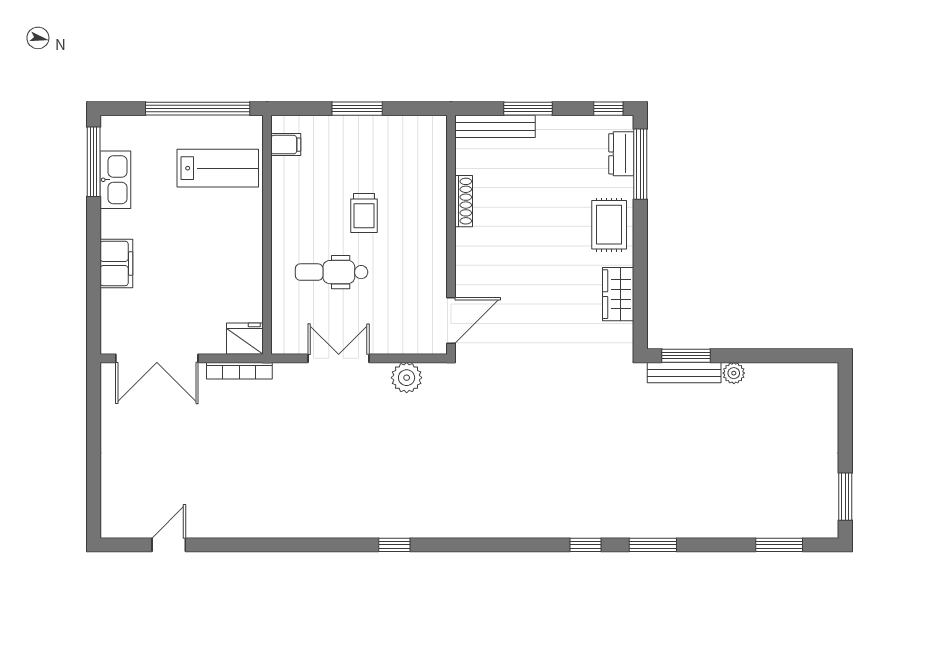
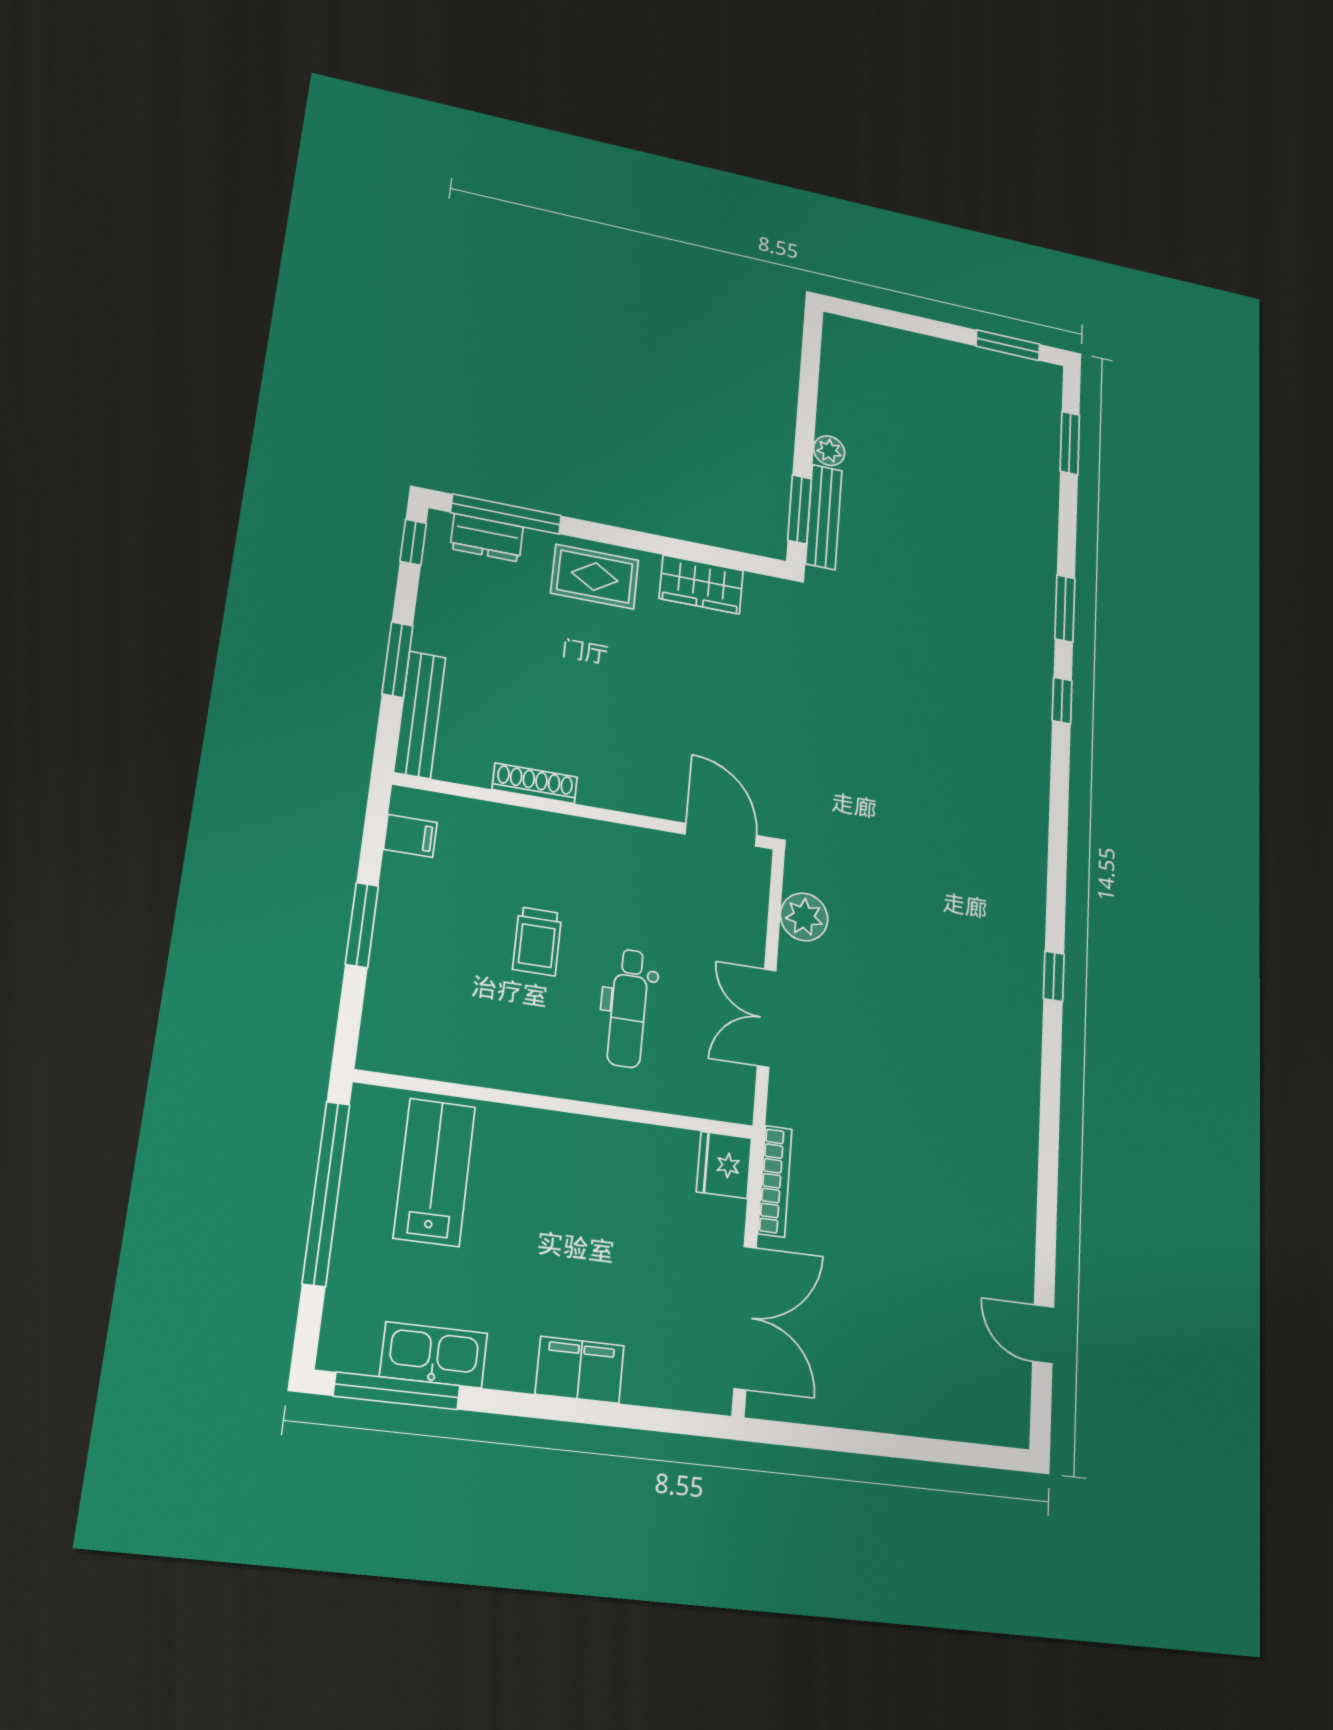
filing cabinet: (286, 145) -> (410, 836), moved, turned 90
trolley: (364, 213) -> (537, 941), turned 90

